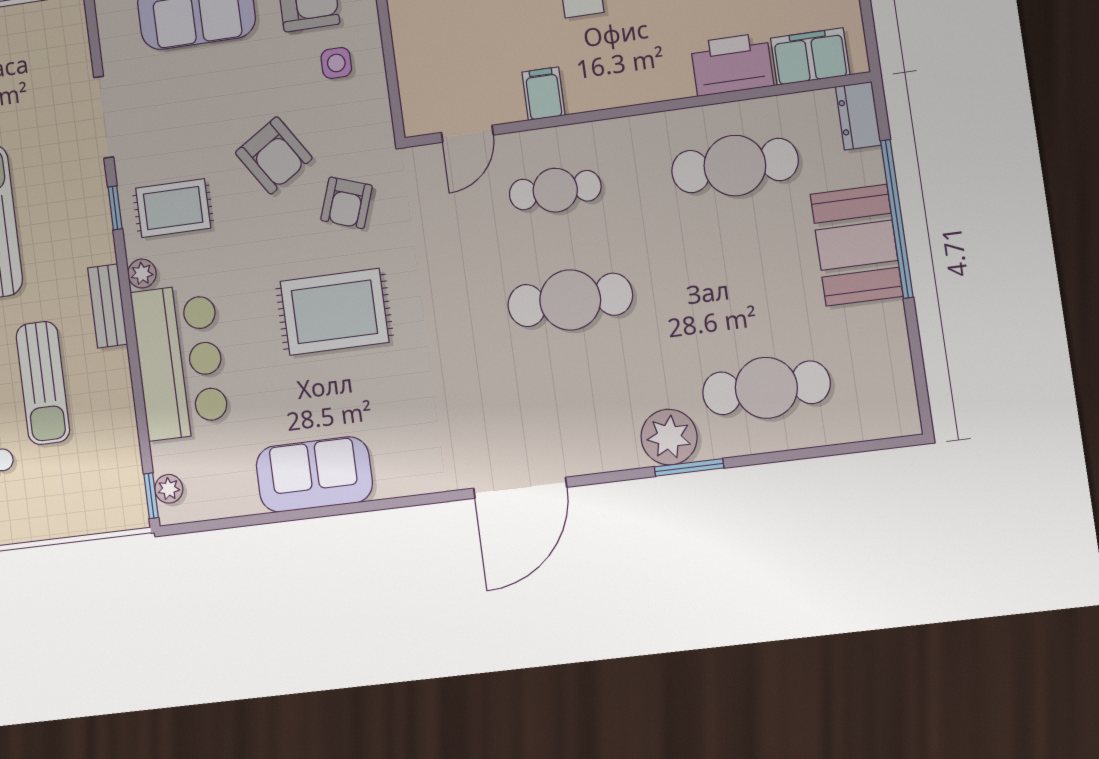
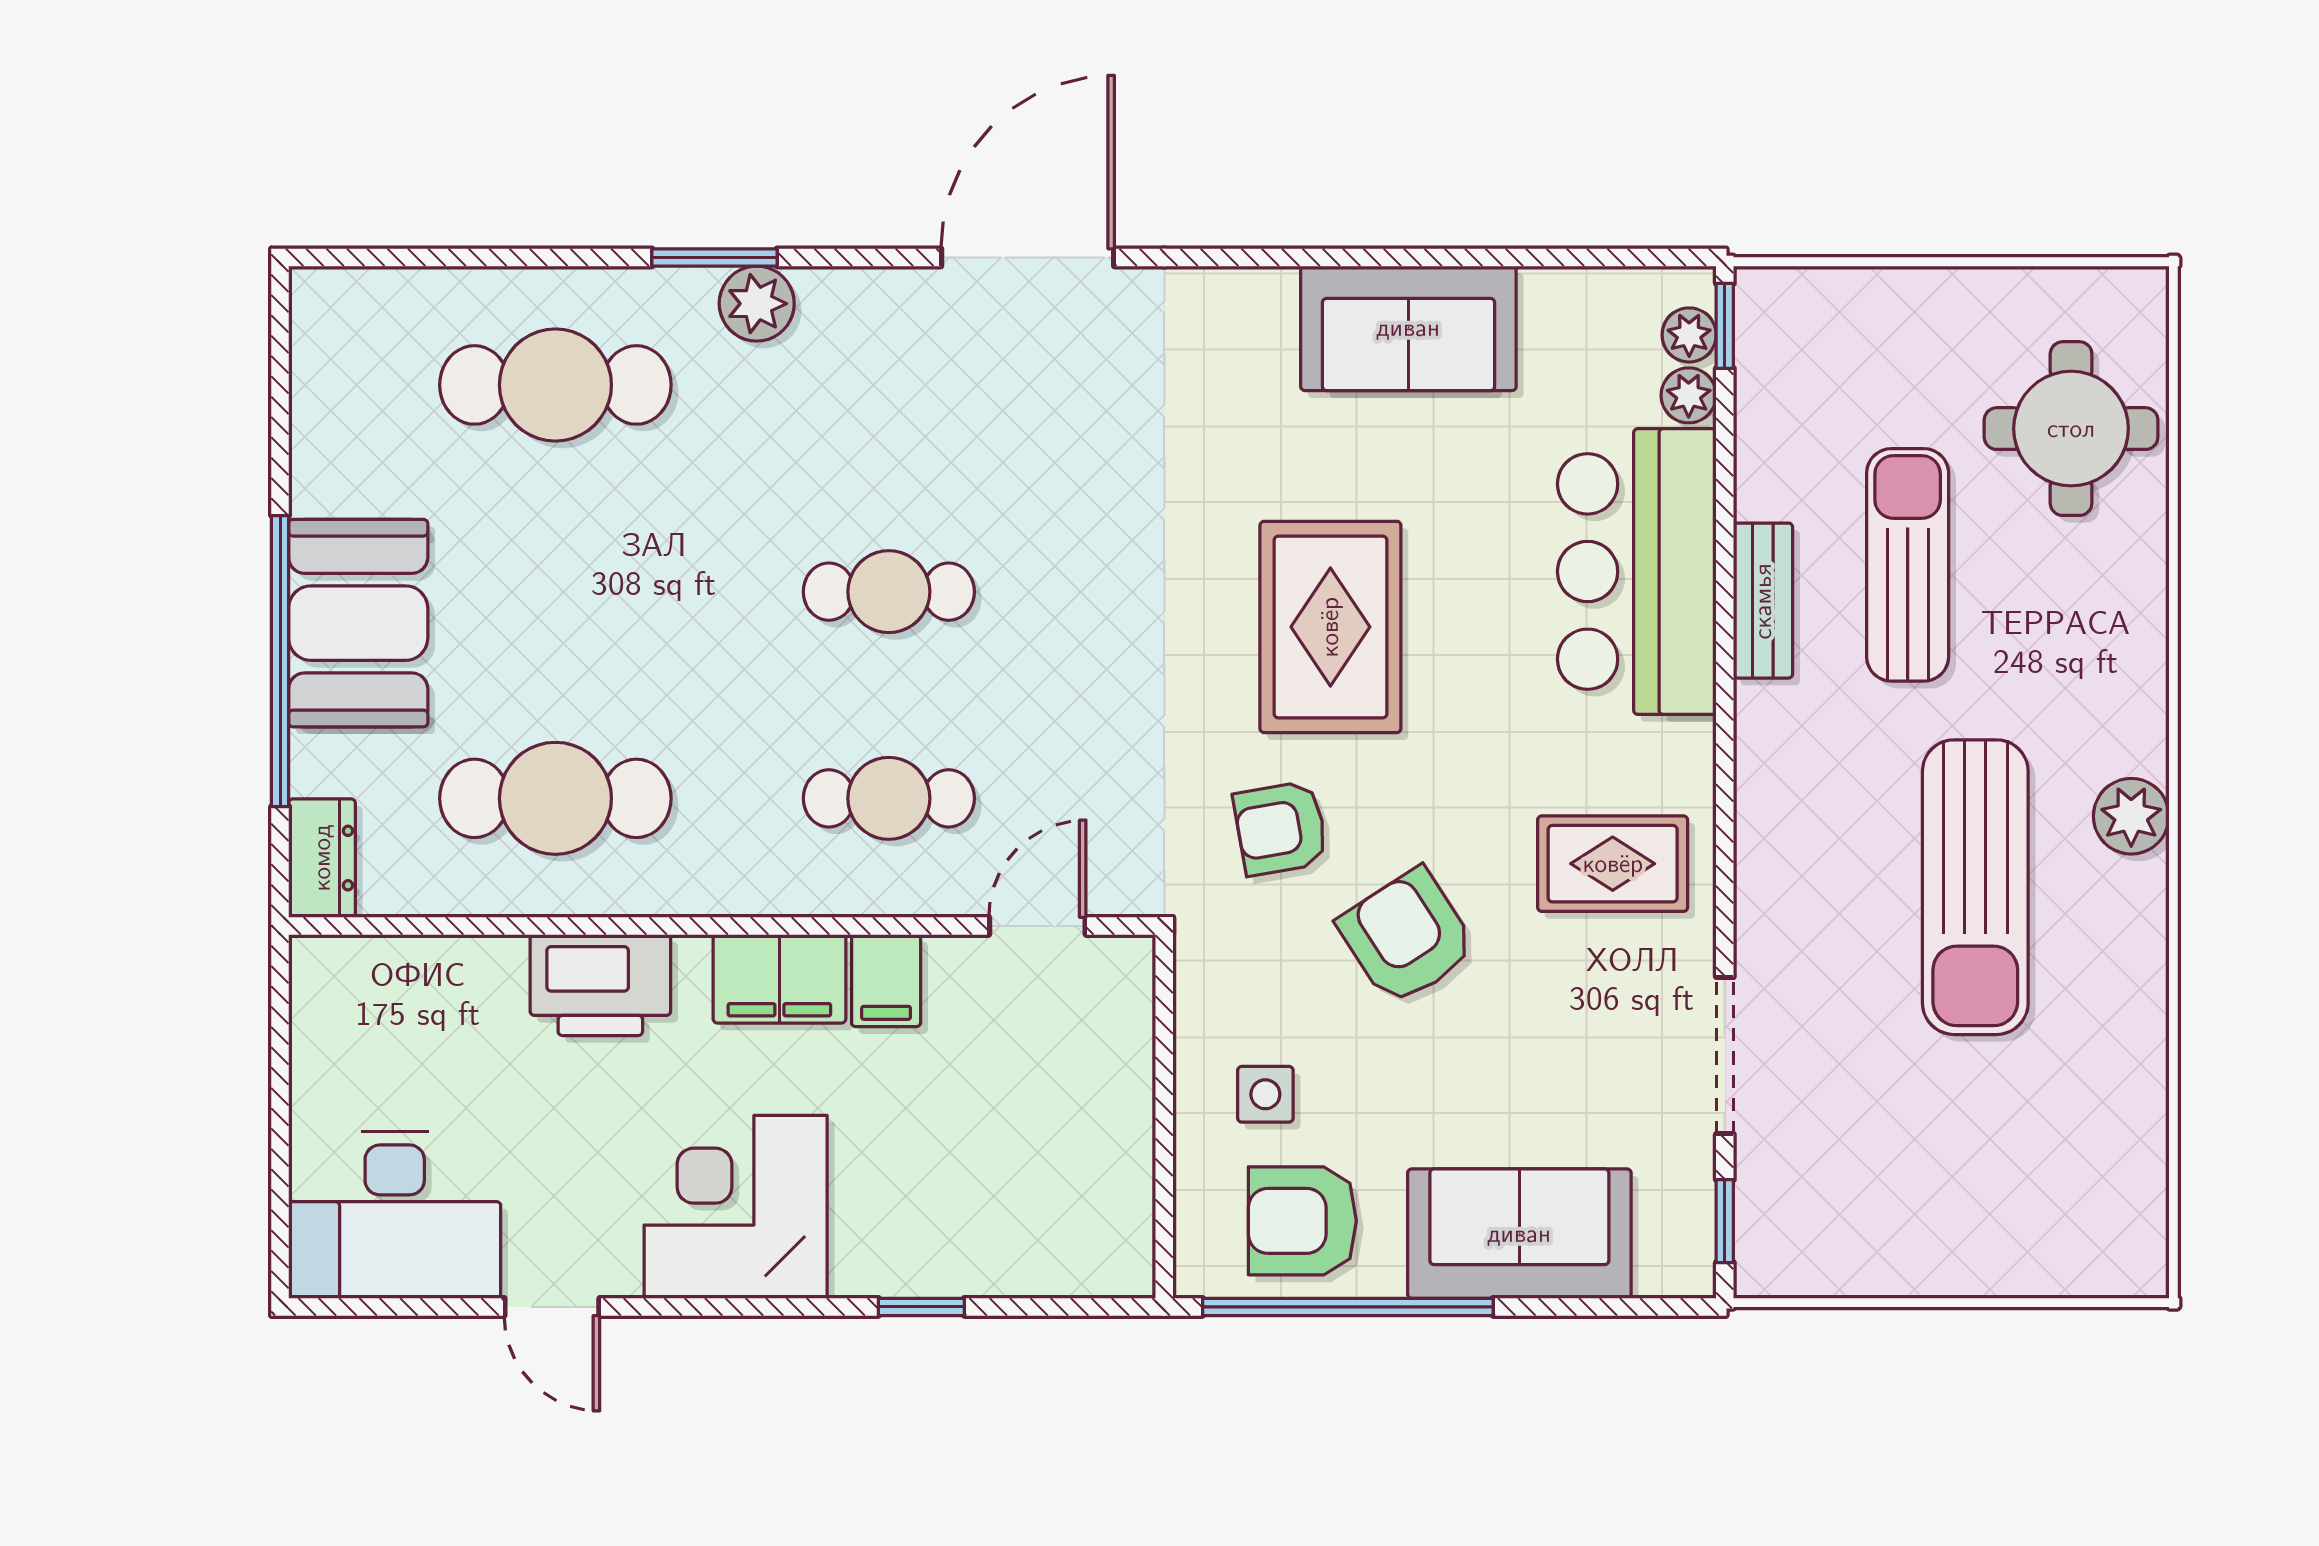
filing cabinet: (810, 57) -> (779, 979), moved
printer: (732, 64) -> (600, 985), moved
armchair: (347, 203) -> (1281, 828), turned -119
window: (115, 208) -> (1725, 1221), moved
plant: (142, 274) -> (1689, 395), moved
cafe table: (570, 300) -> (889, 592), width x0.73, depth x0.74
bench: (108, 306) -> (1763, 601), moved
rug: (334, 312) -> (1330, 627), turned 90
plant: (669, 437) -> (757, 304), width x0.73, depth x0.73

